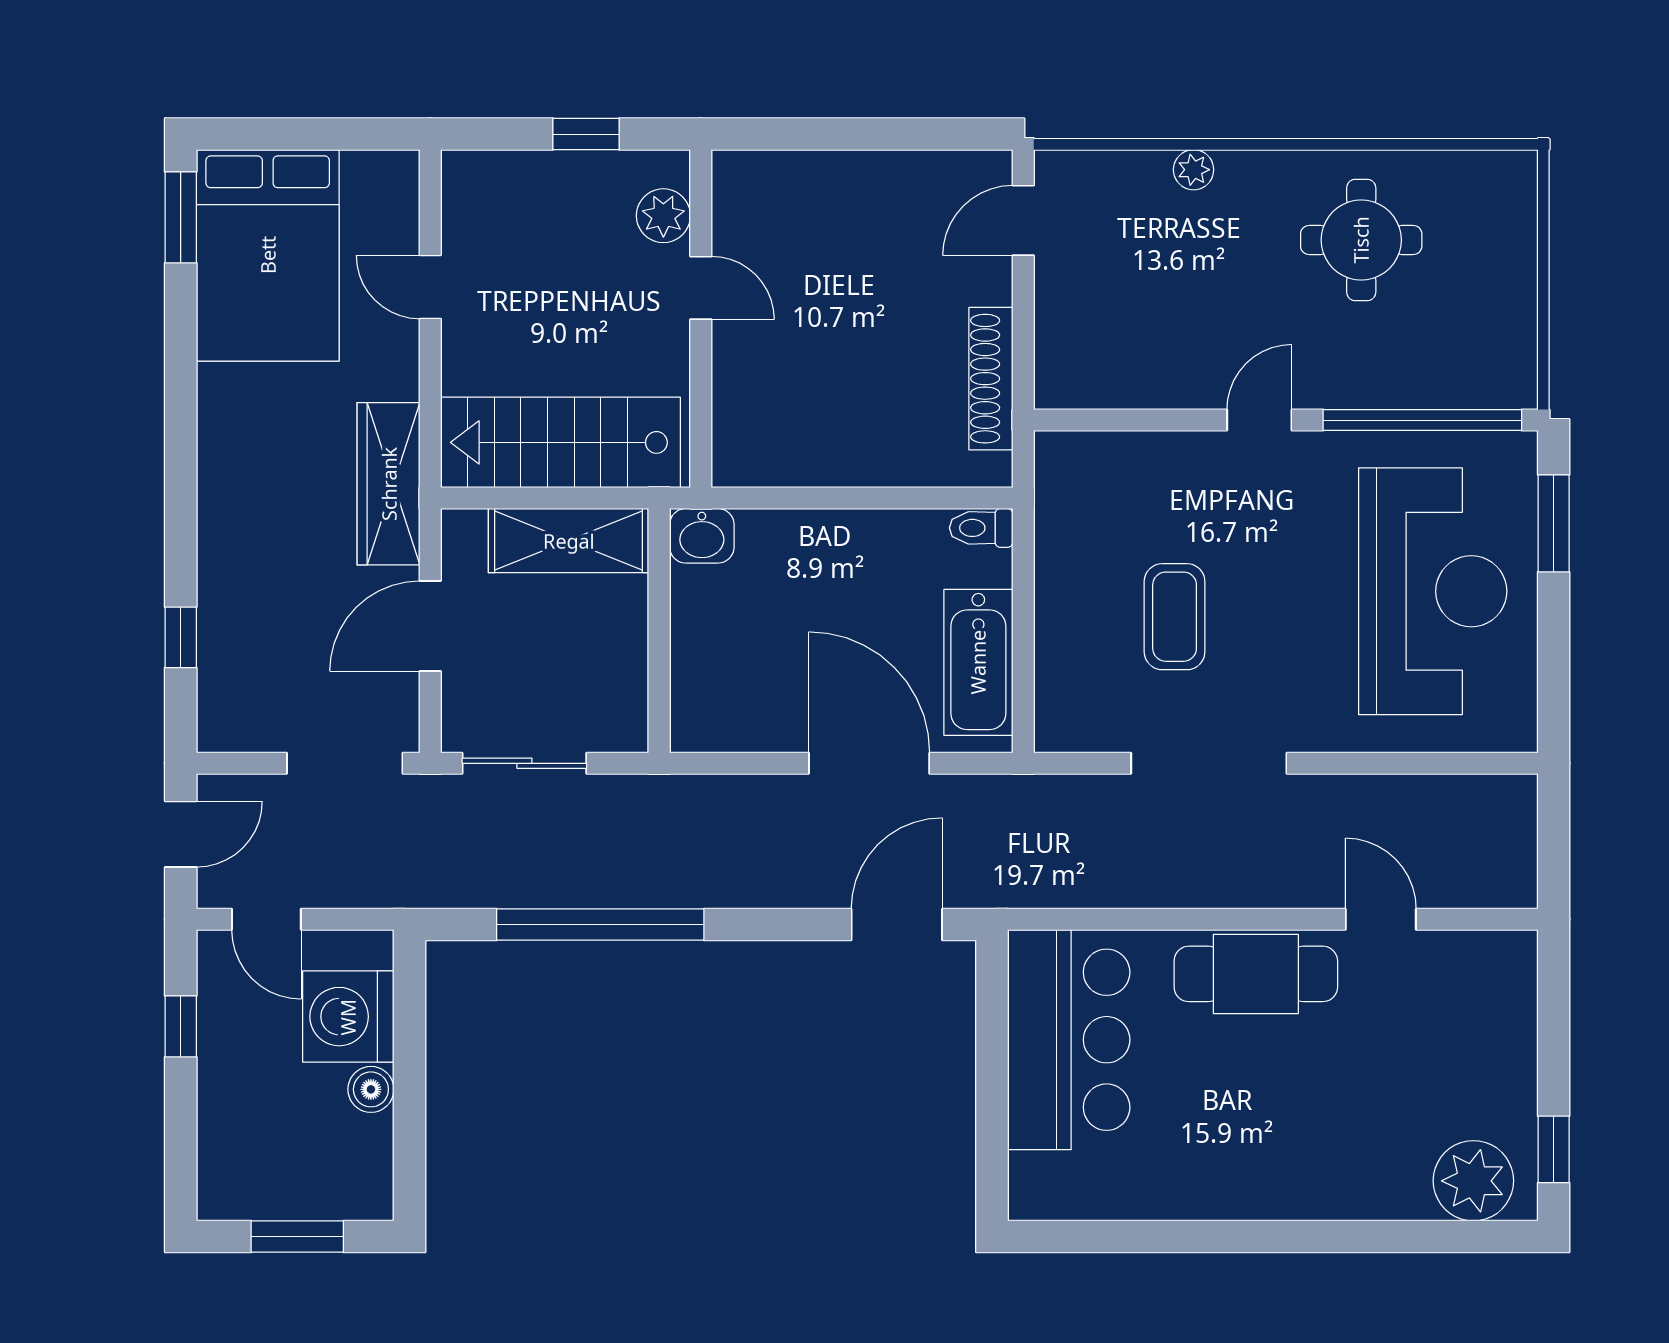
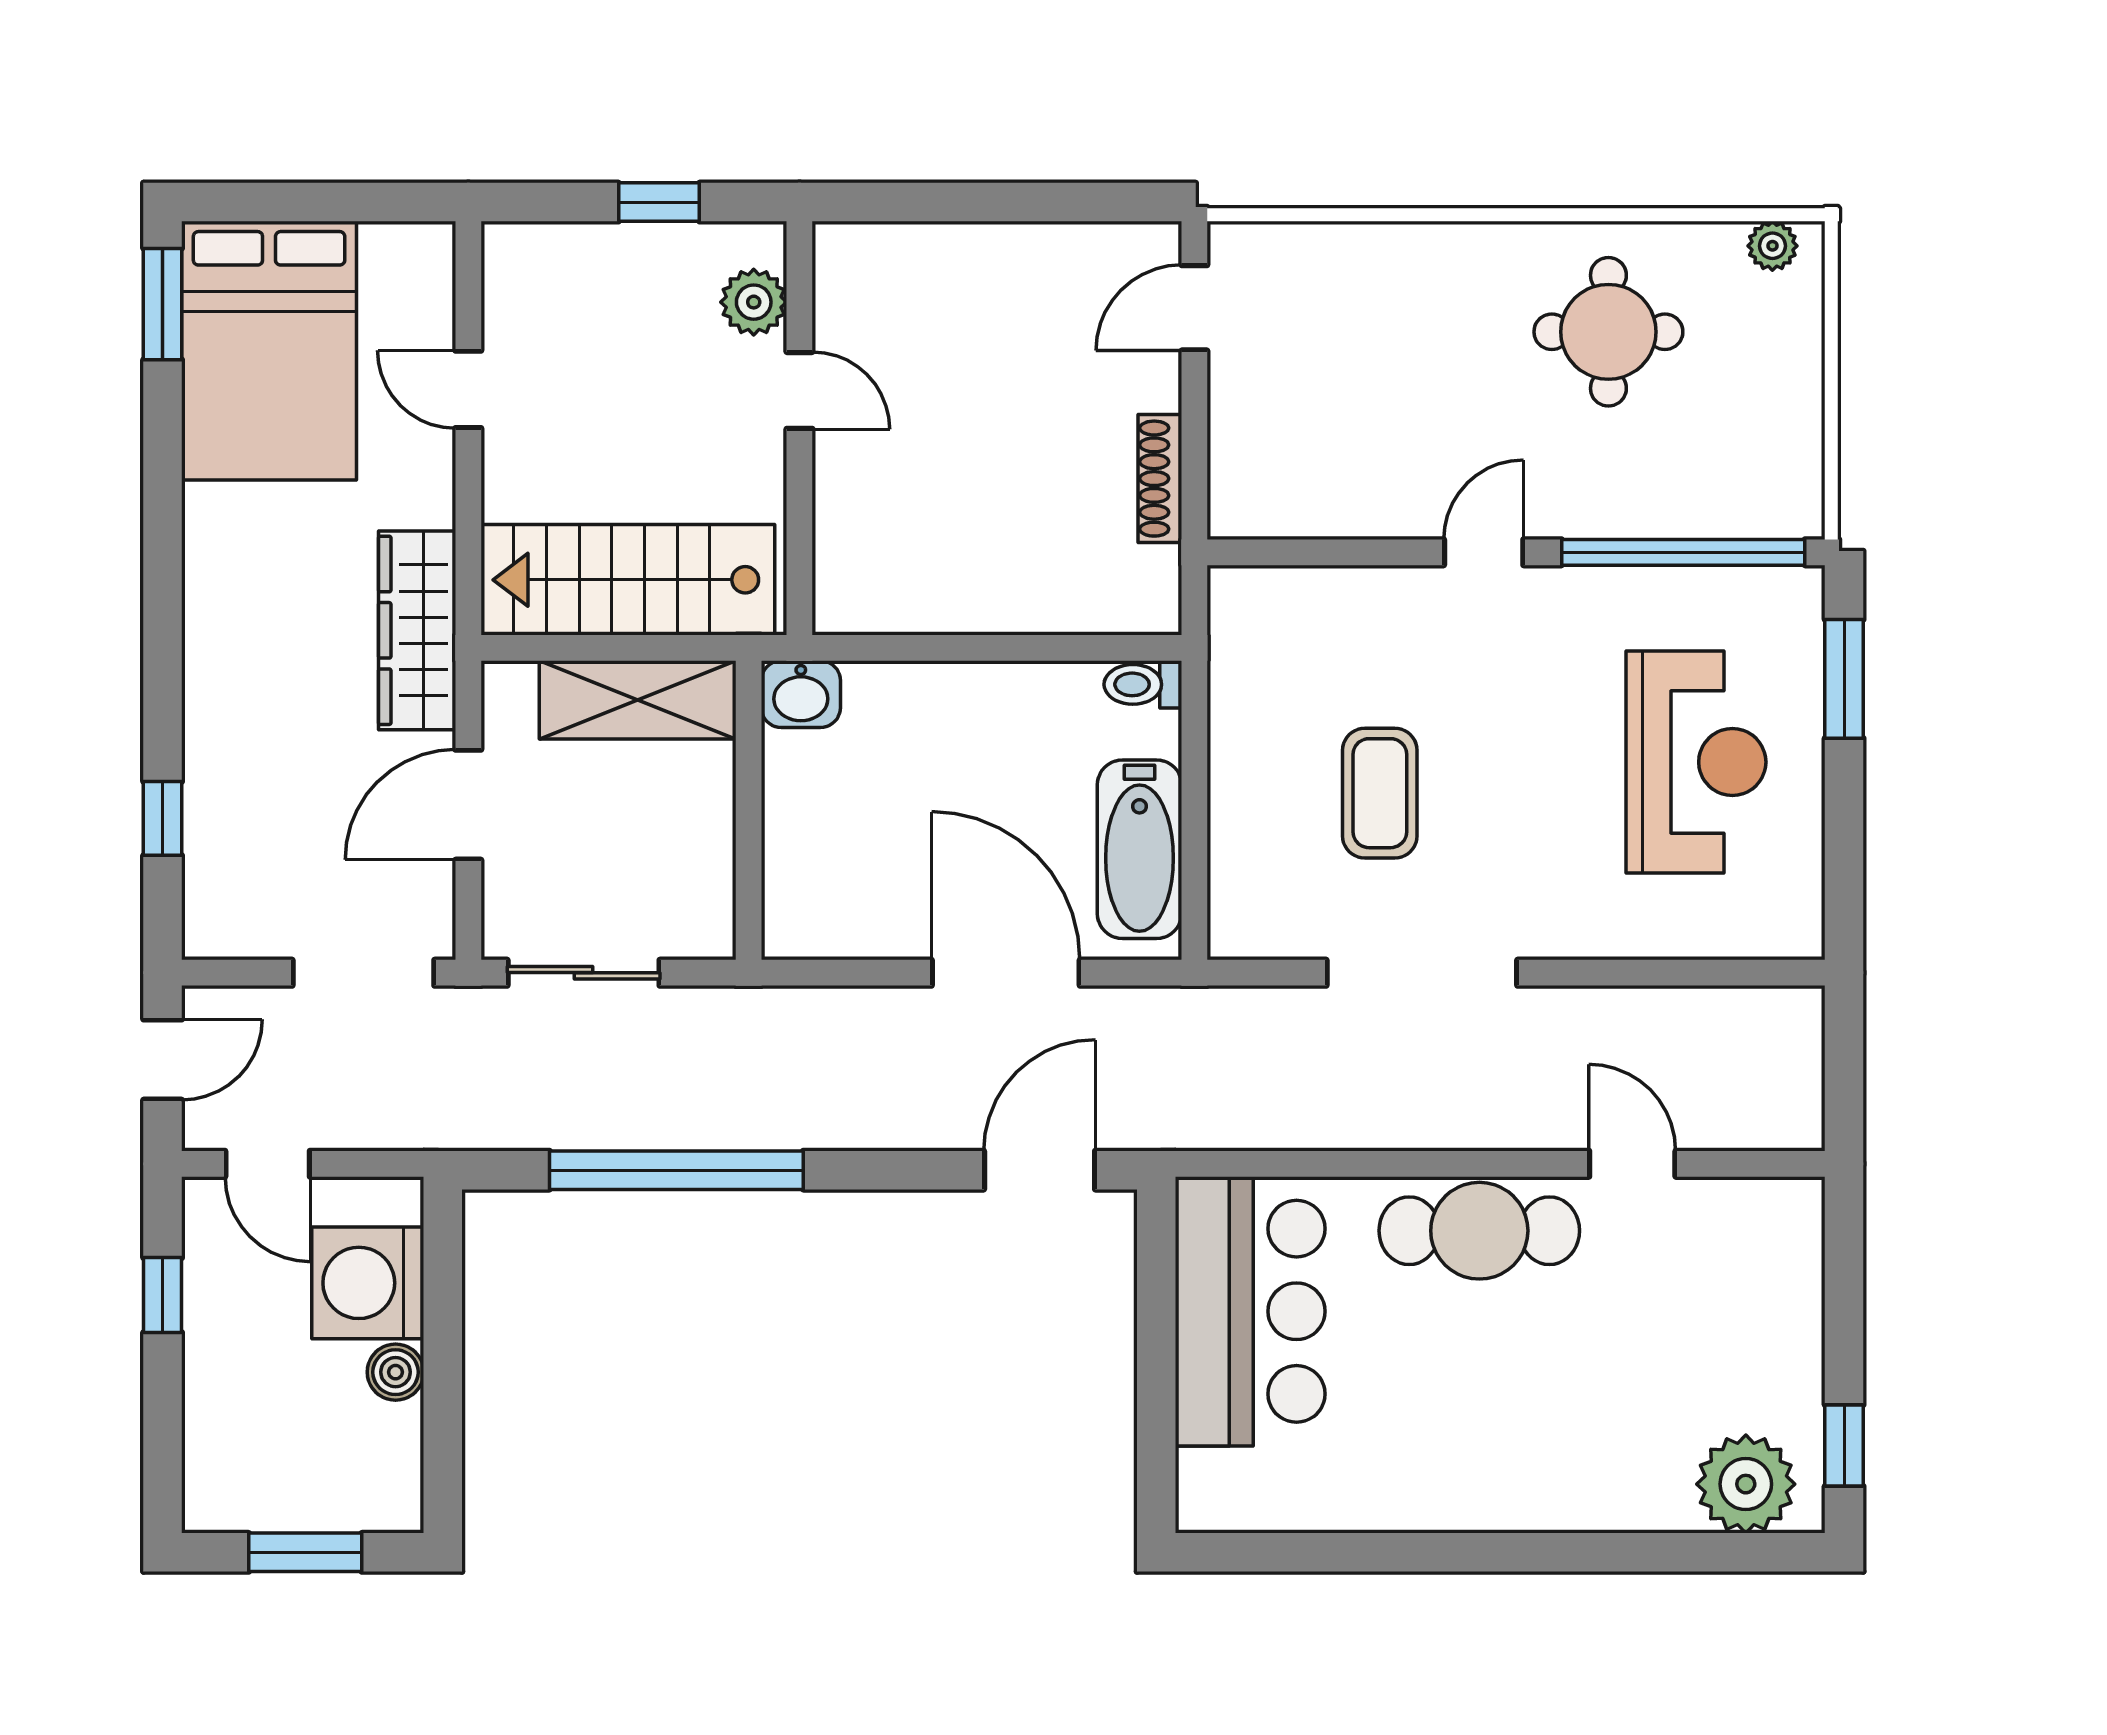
plant: (1194, 170) -> (1772, 246), moved
shoe rack: (991, 379) -> (1160, 479), width x0.74, depth x0.81
reception desk: (1433, 591) -> (1696, 762), width x0.74, depth x0.77

